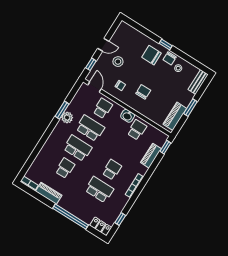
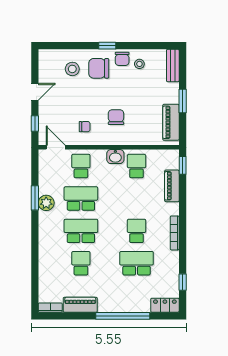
stool: (118, 62) -> (72, 69), moved

